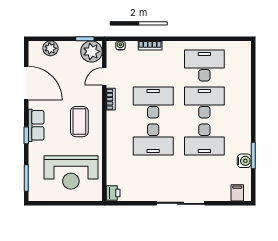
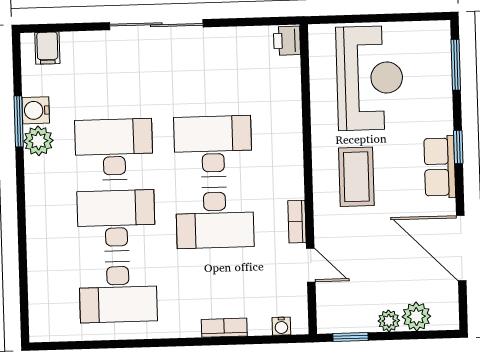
plant: (91, 51) -> (389, 321), moved, width x0.53, depth x0.53
door: (104, 77) -> (311, 265), hinge flipped
desk: (204, 103) -> (116, 221), turned 180
plant: (243, 145) -> (38, 141), added
reception desk: (71, 172) -> (370, 78), turned 90

